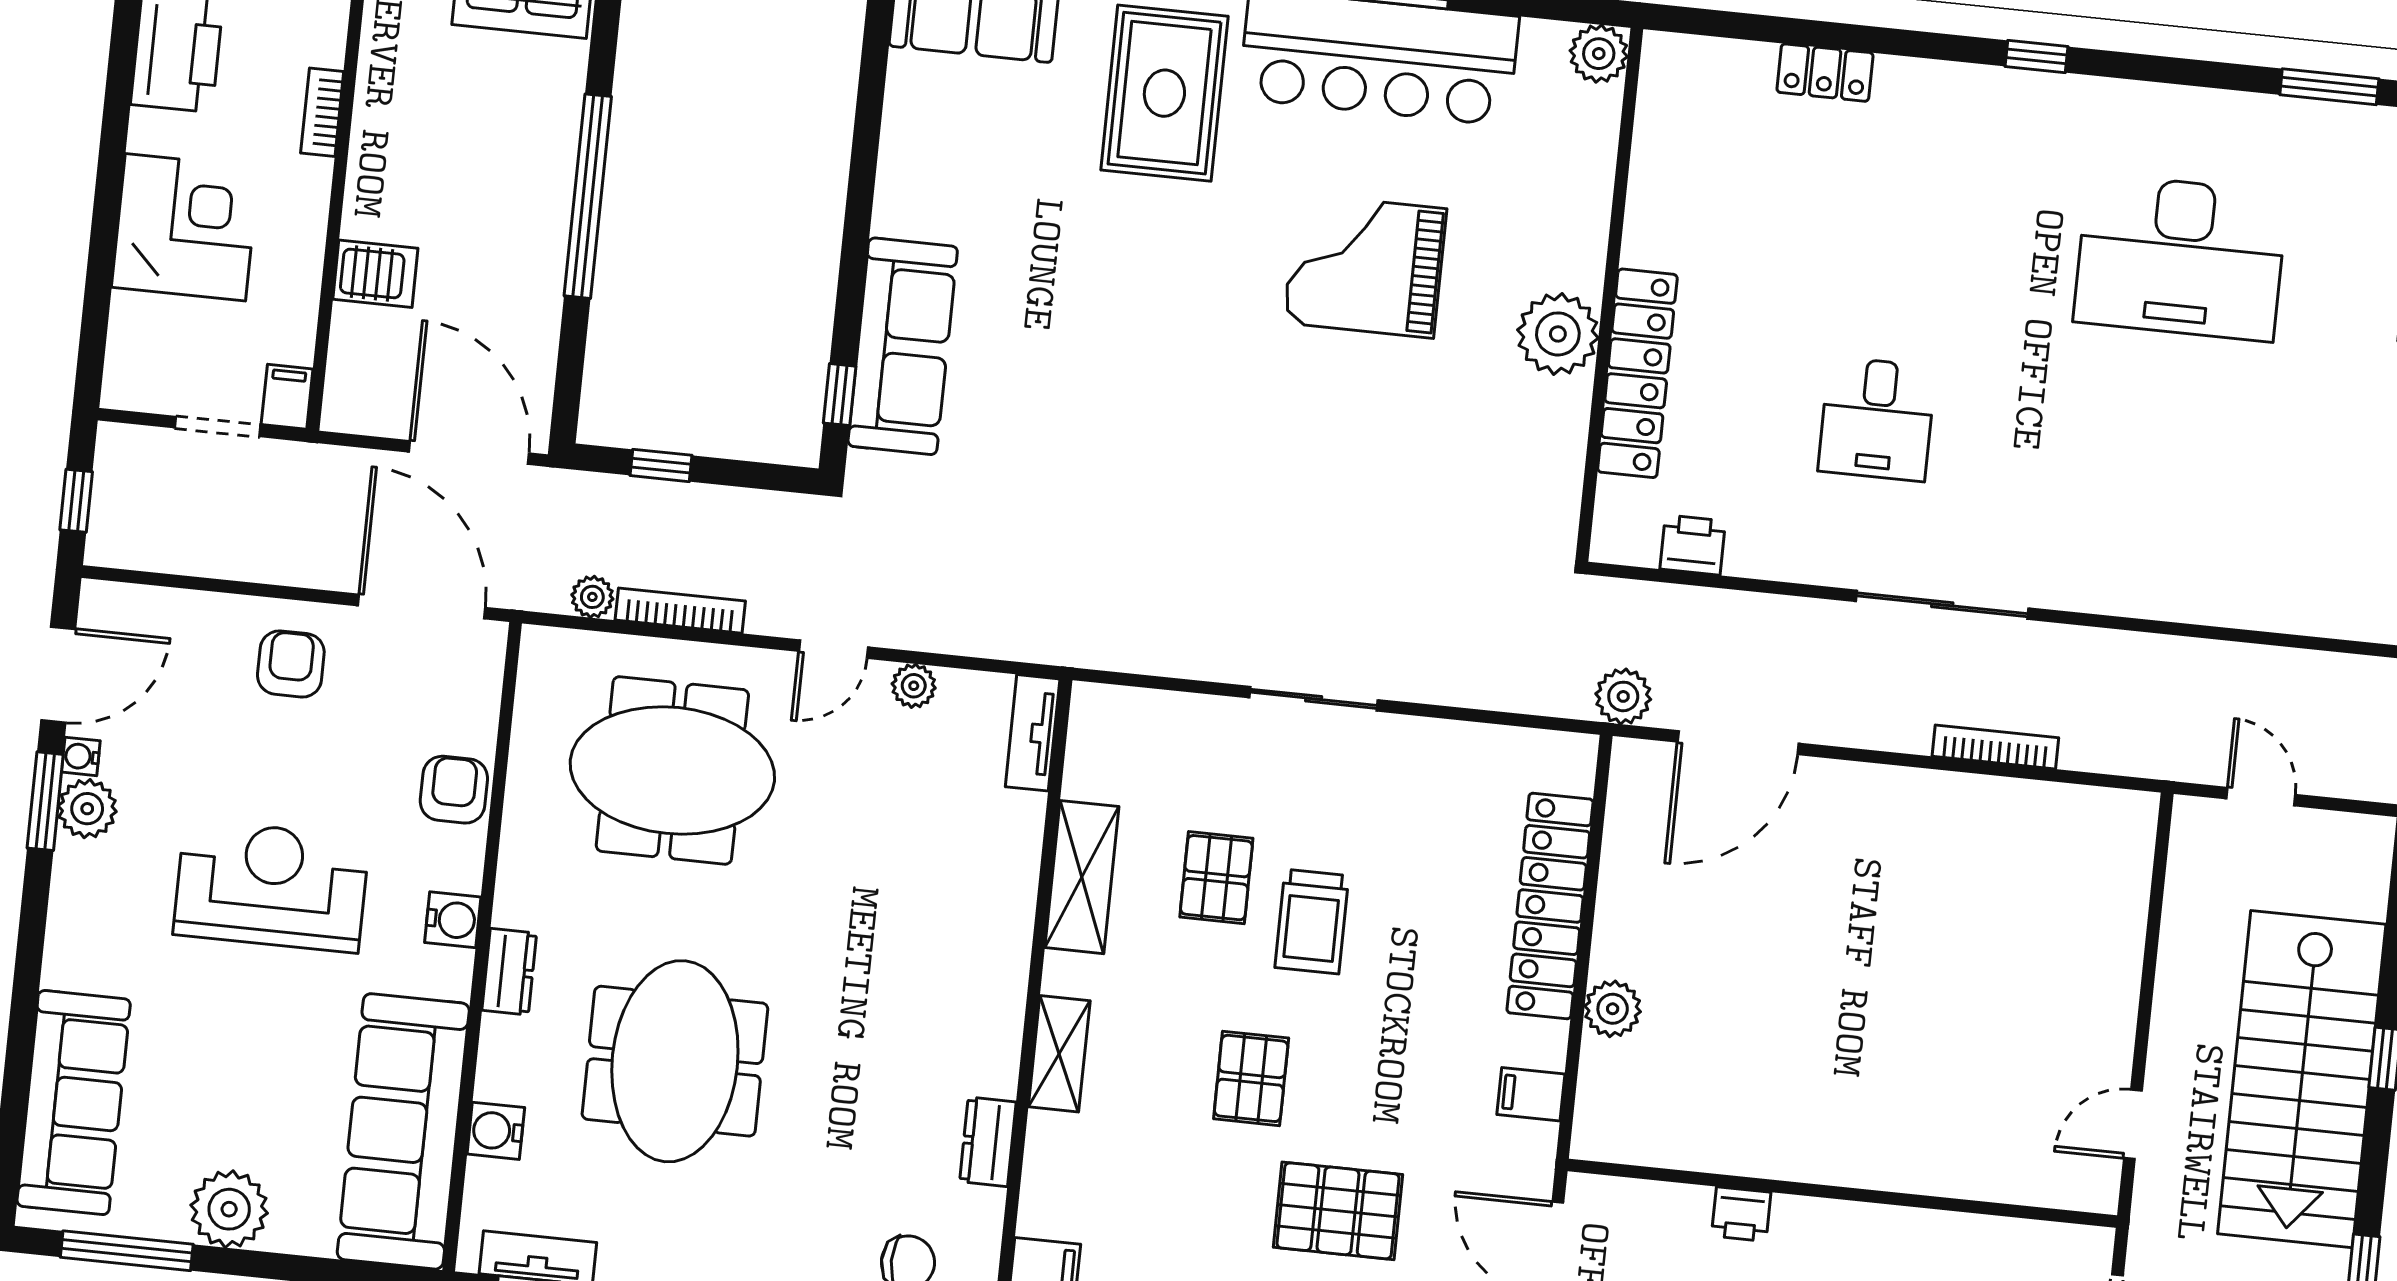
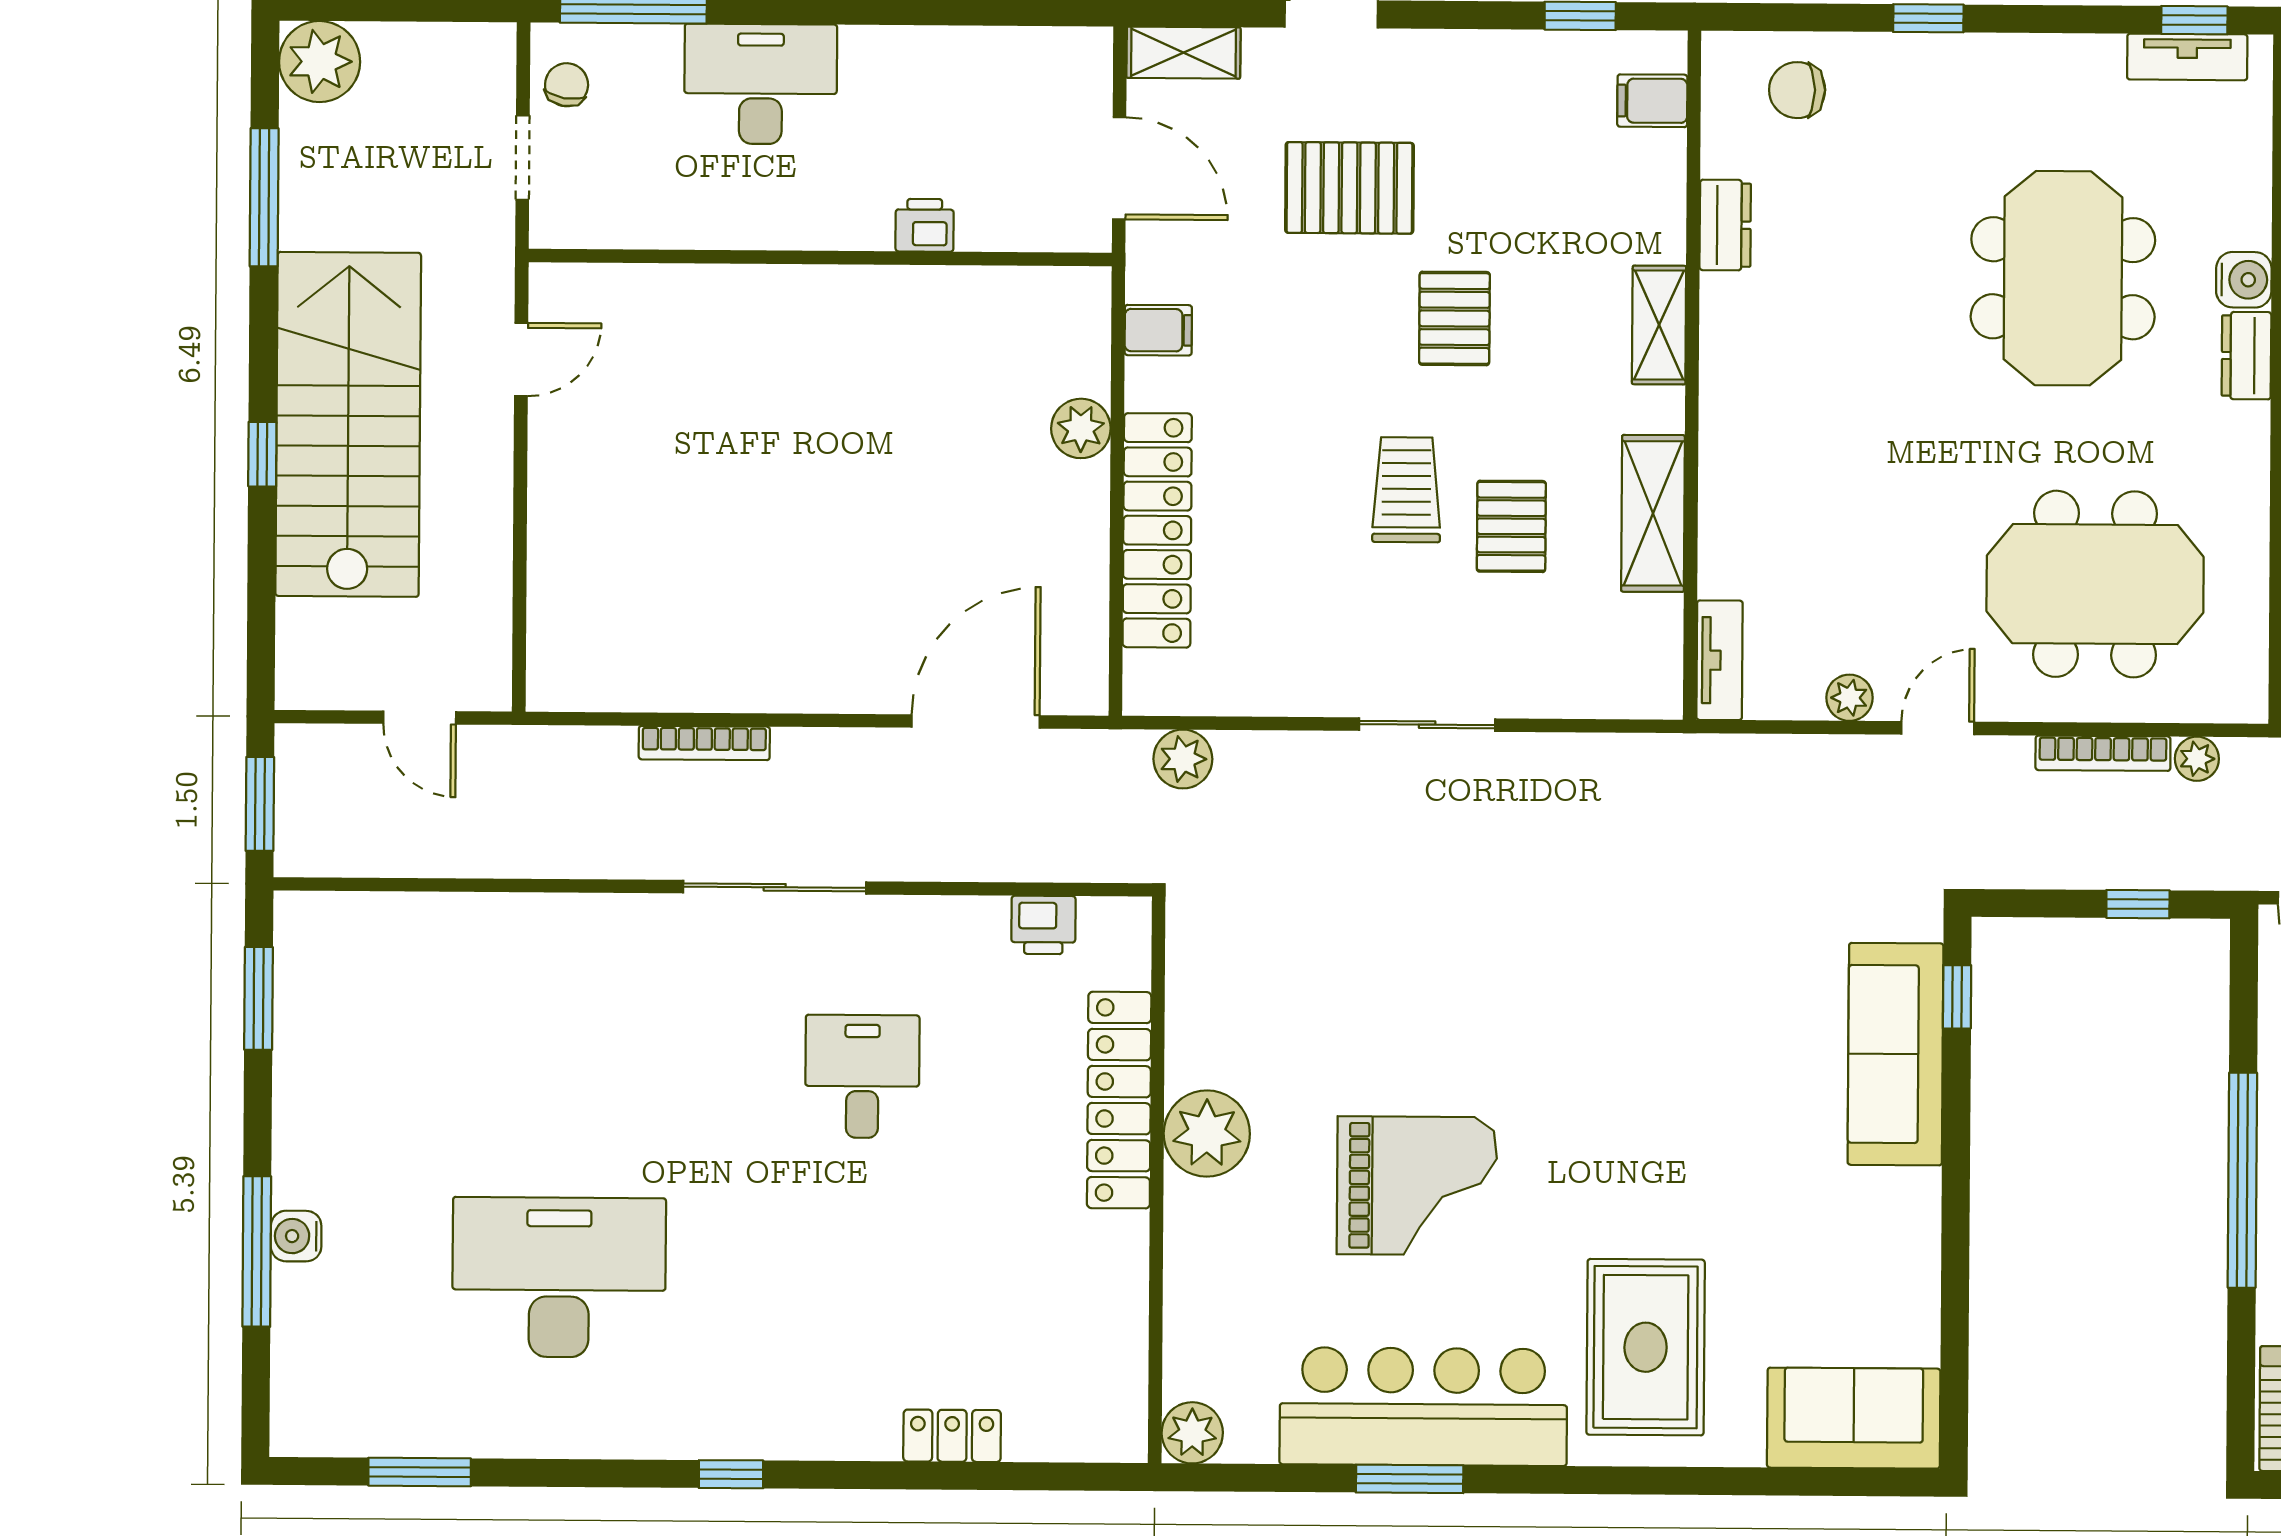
plant: (1623, 696) -> (1183, 759), moved
water cooler: (496, 1131) -> (2244, 280), moved

